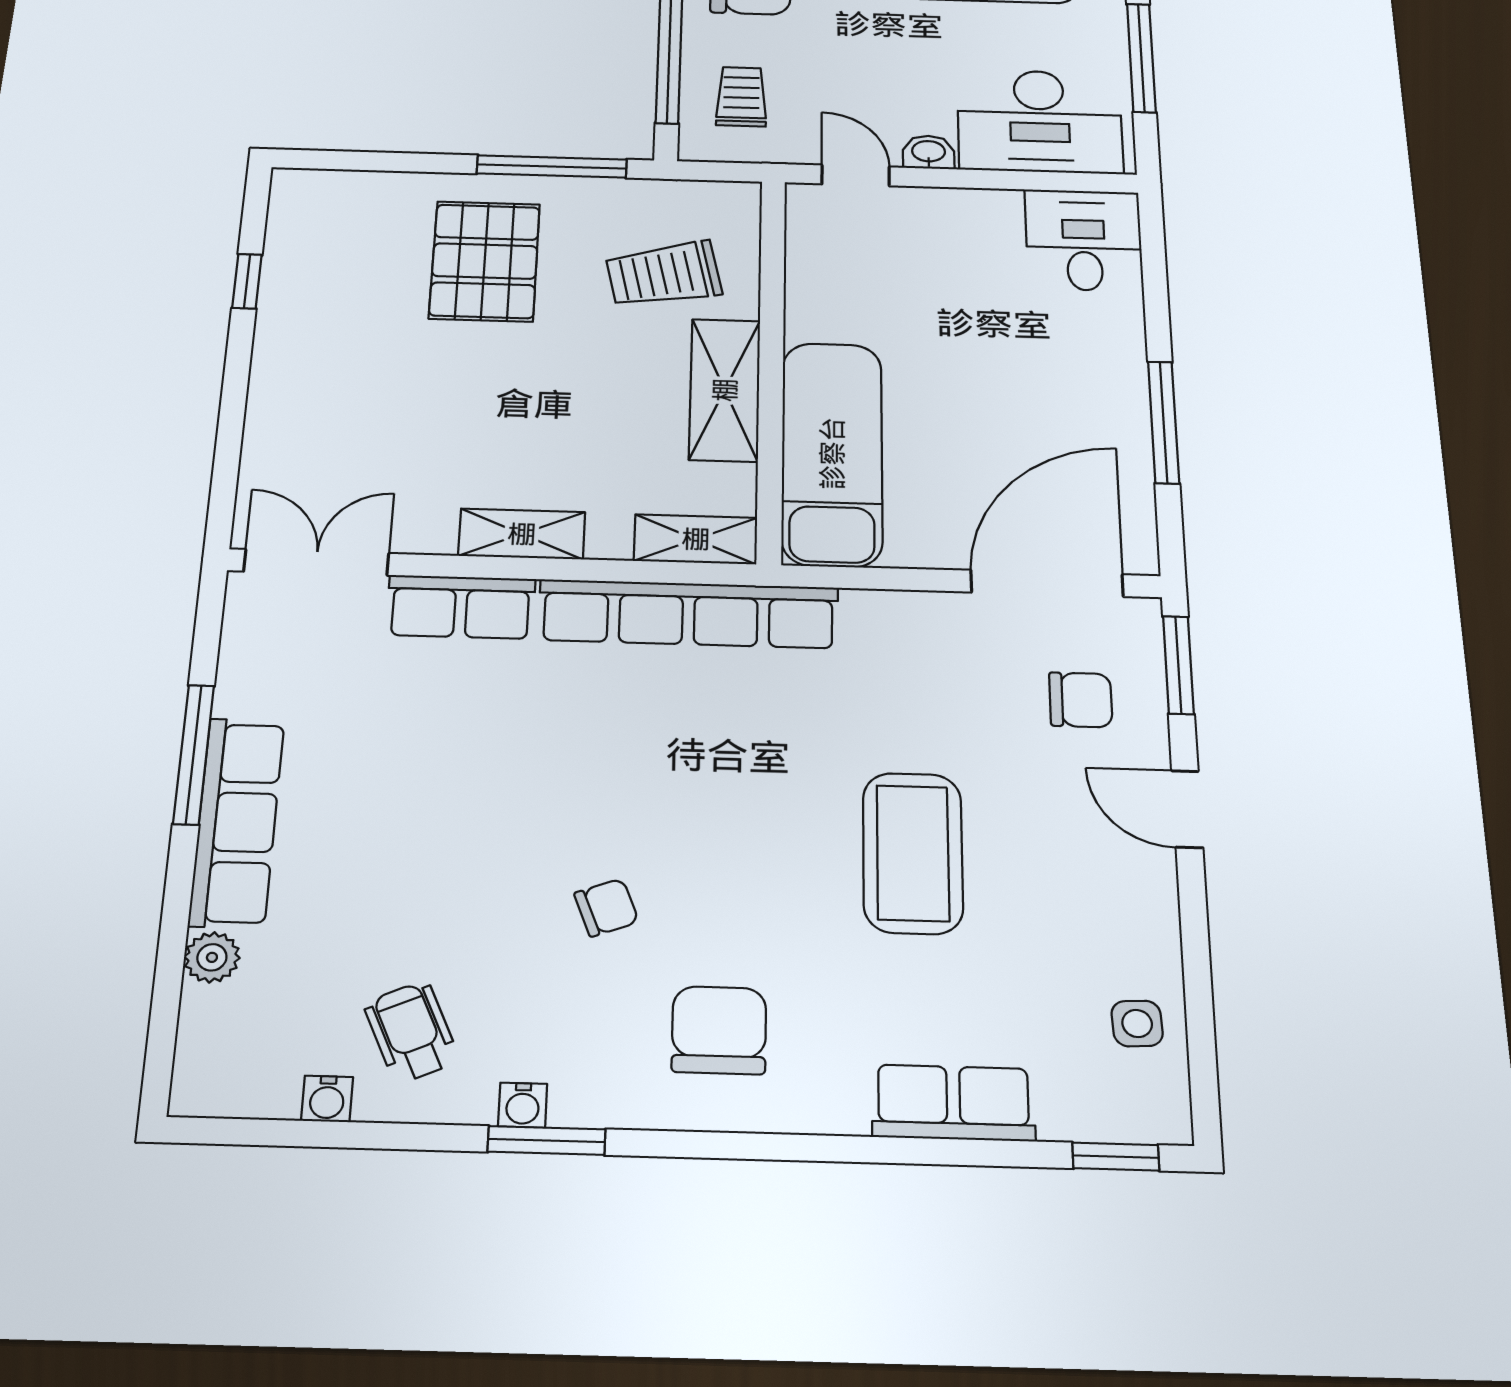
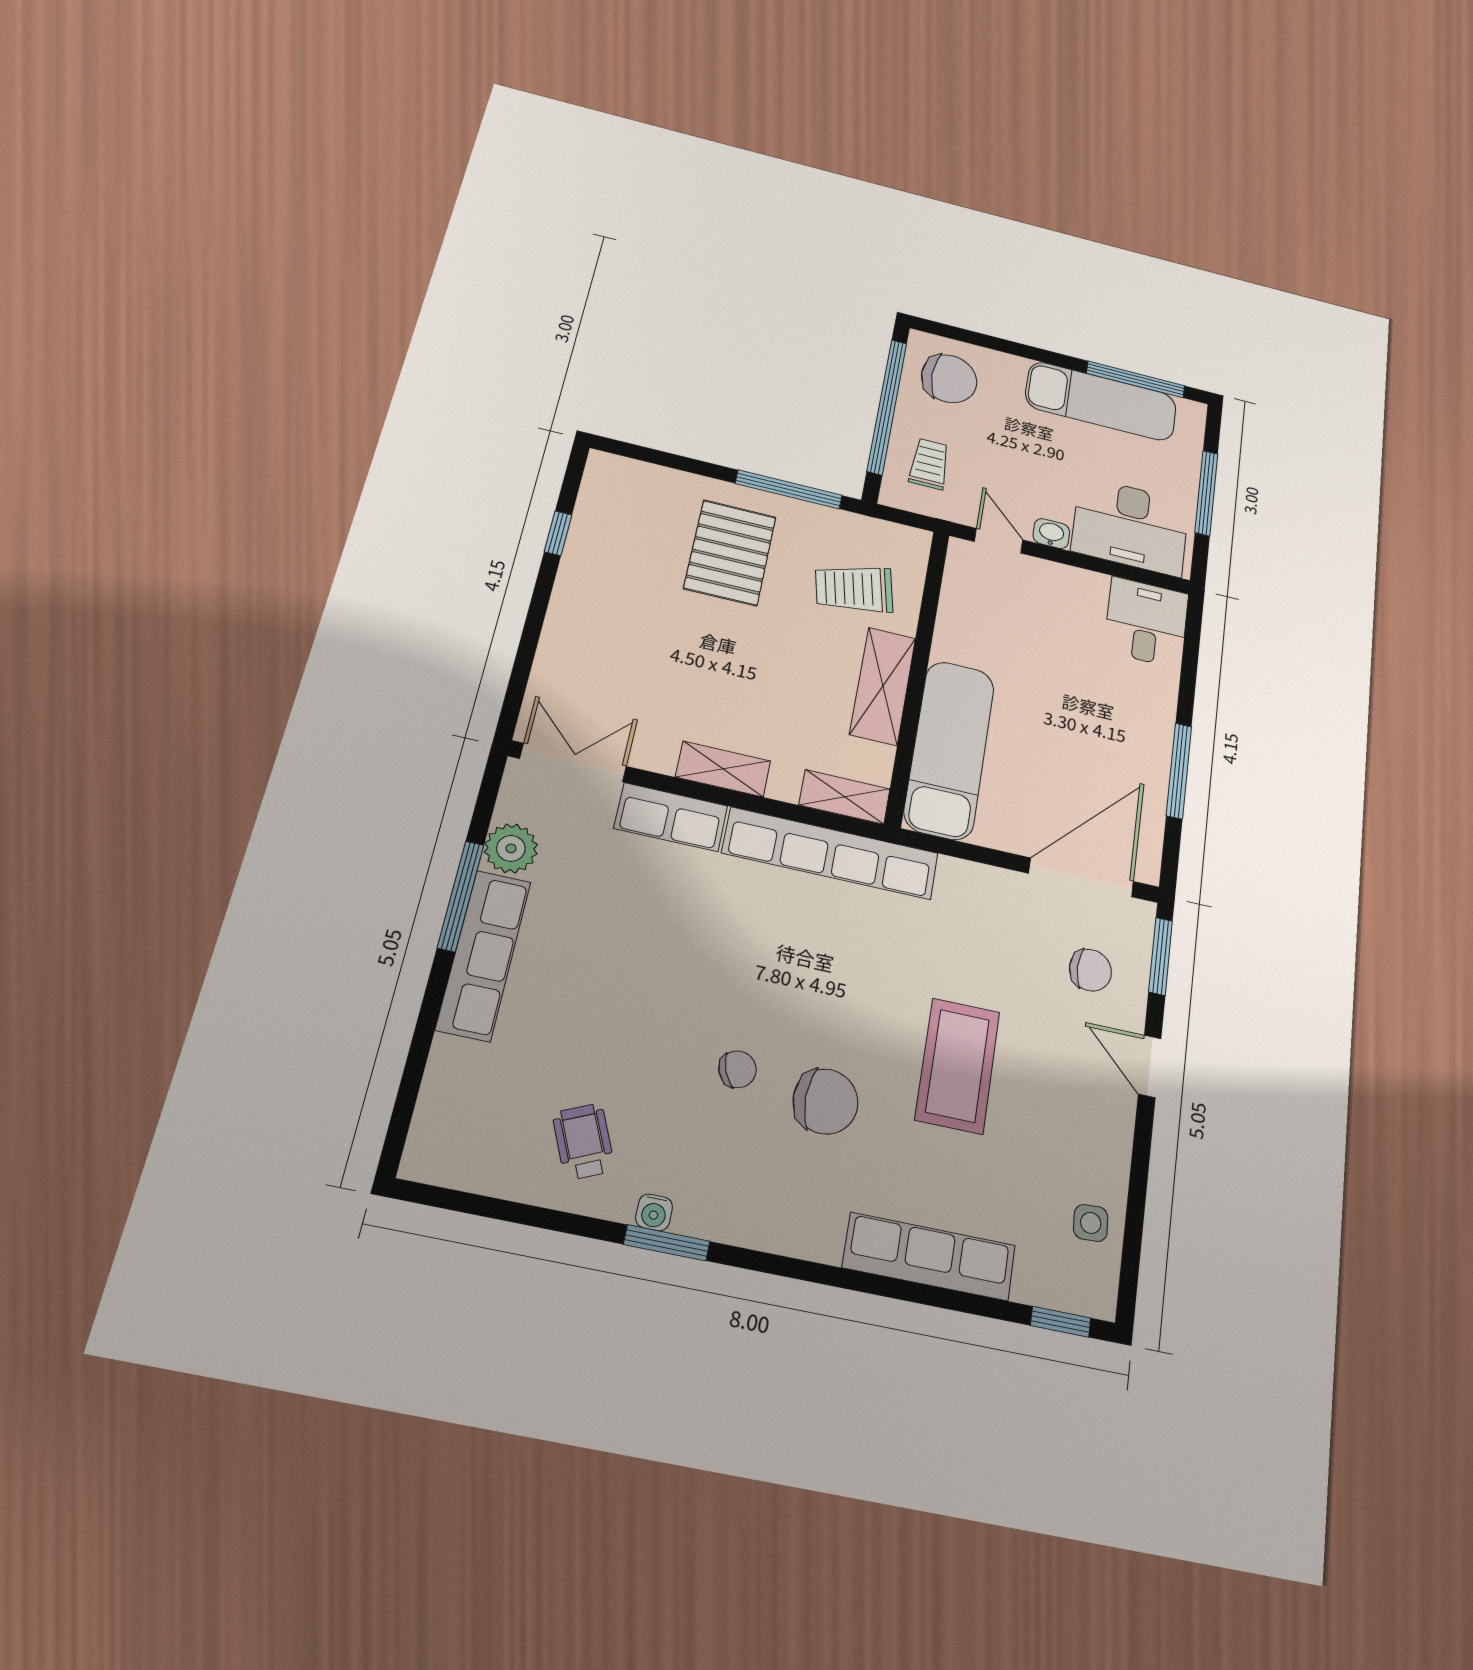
plant: (212, 957) -> (511, 848), moved, width x1.38, depth x1.38
chair: (719, 1030) -> (825, 1101), moved, turned 90
water cooler: (327, 1099) -> (515, 1184), removed
row of seats: (953, 1103) -> (929, 1256), width x1.48

